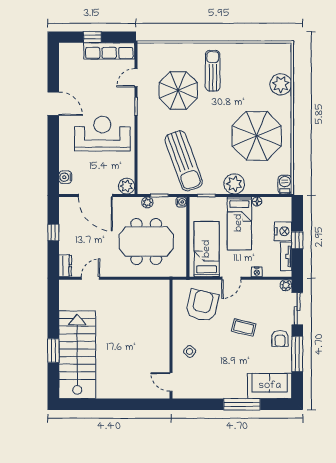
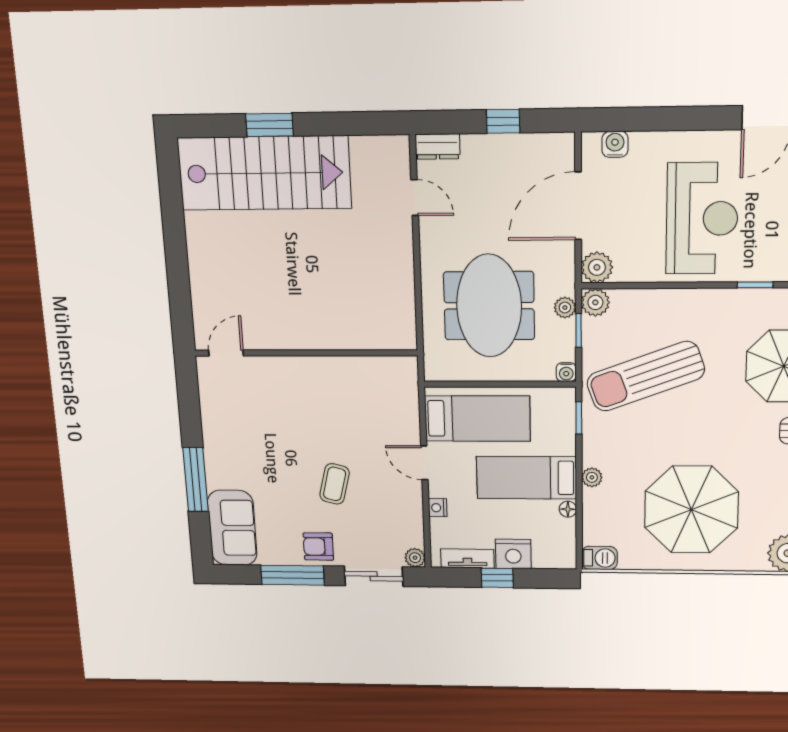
plant: (234, 184) -> (592, 477), width x0.53, depth x0.53
plant: (145, 187) -> (595, 302), added
armchair: (202, 306) -> (371, 410), removed
side table: (190, 351) -> (285, 387), removed

